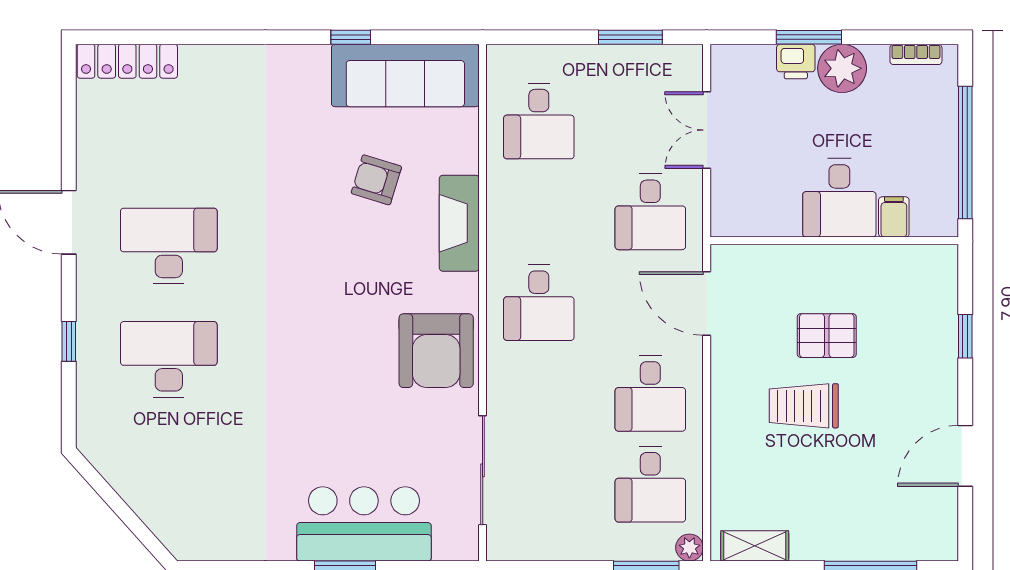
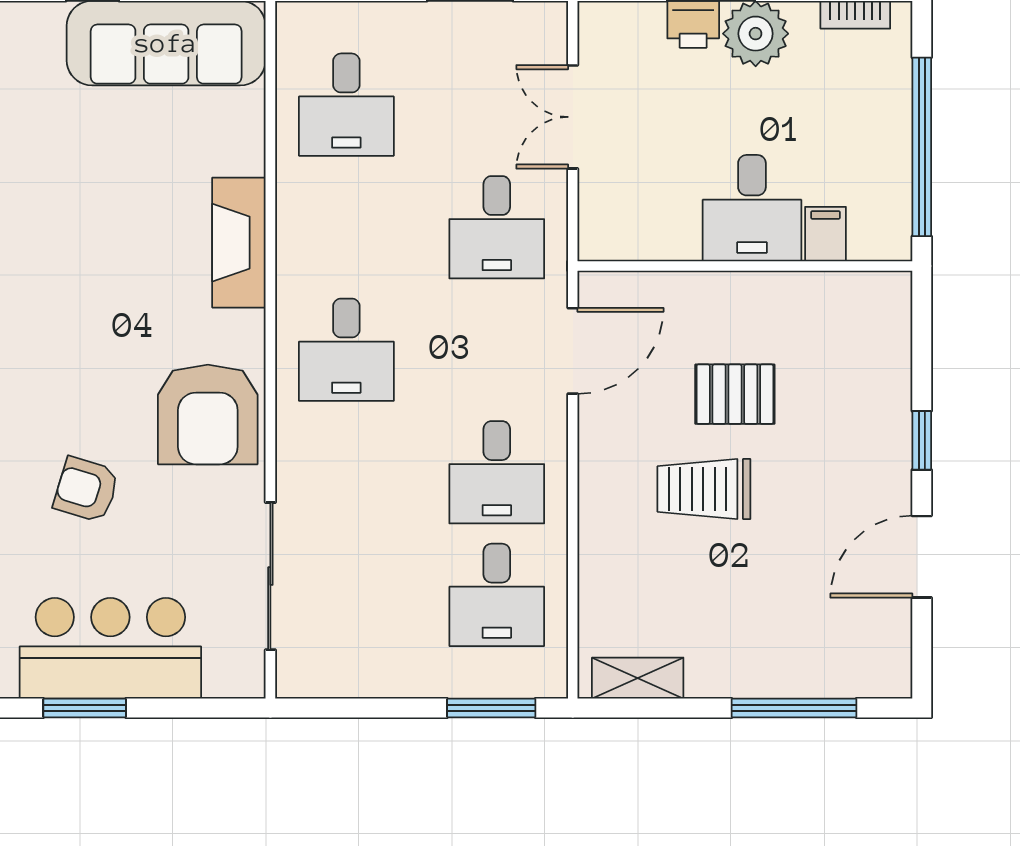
armchair: (376, 180) -> (86, 490), moved
door: (707, 303) -> (573, 351), swing flipped
window: (965, 336) -> (922, 440), moved
plant: (689, 548) -> (550, 680), removed

